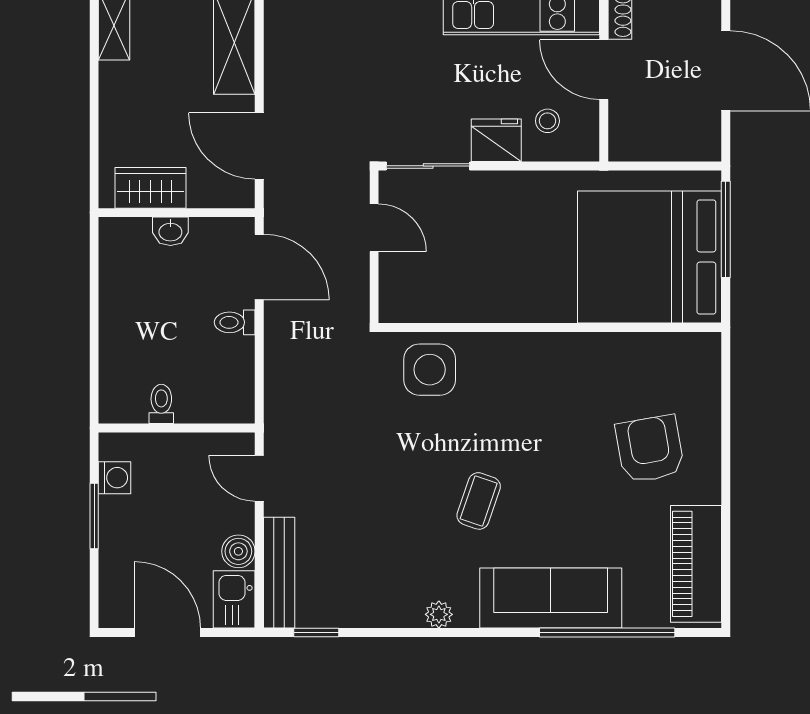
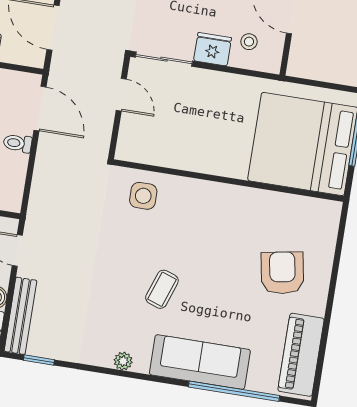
side table: (430, 370) -> (143, 196), width x0.73, depth x0.73

